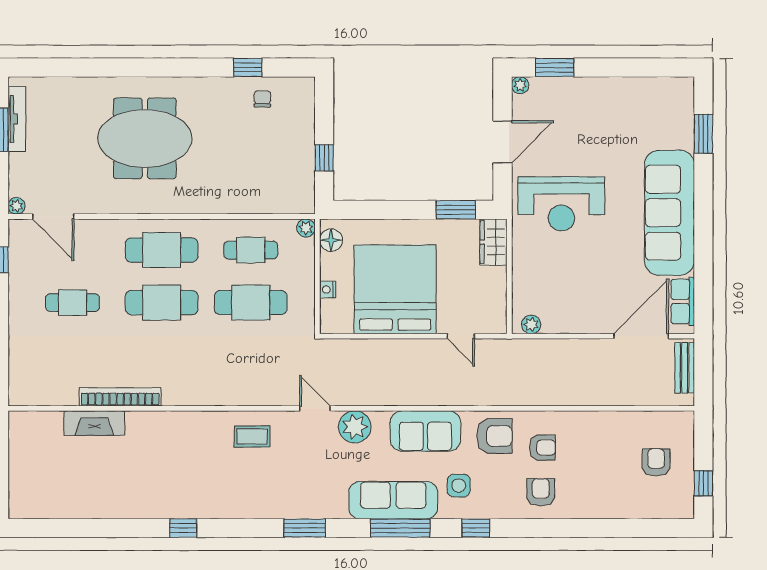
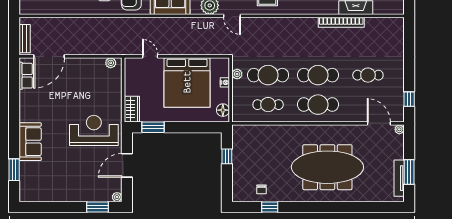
meeting table: (145, 138) -> (327, 167), width x1.36
sofa: (669, 213) -> (30, 142), width x0.54, depth x0.79
plant: (306, 228) -> (237, 74), moved

